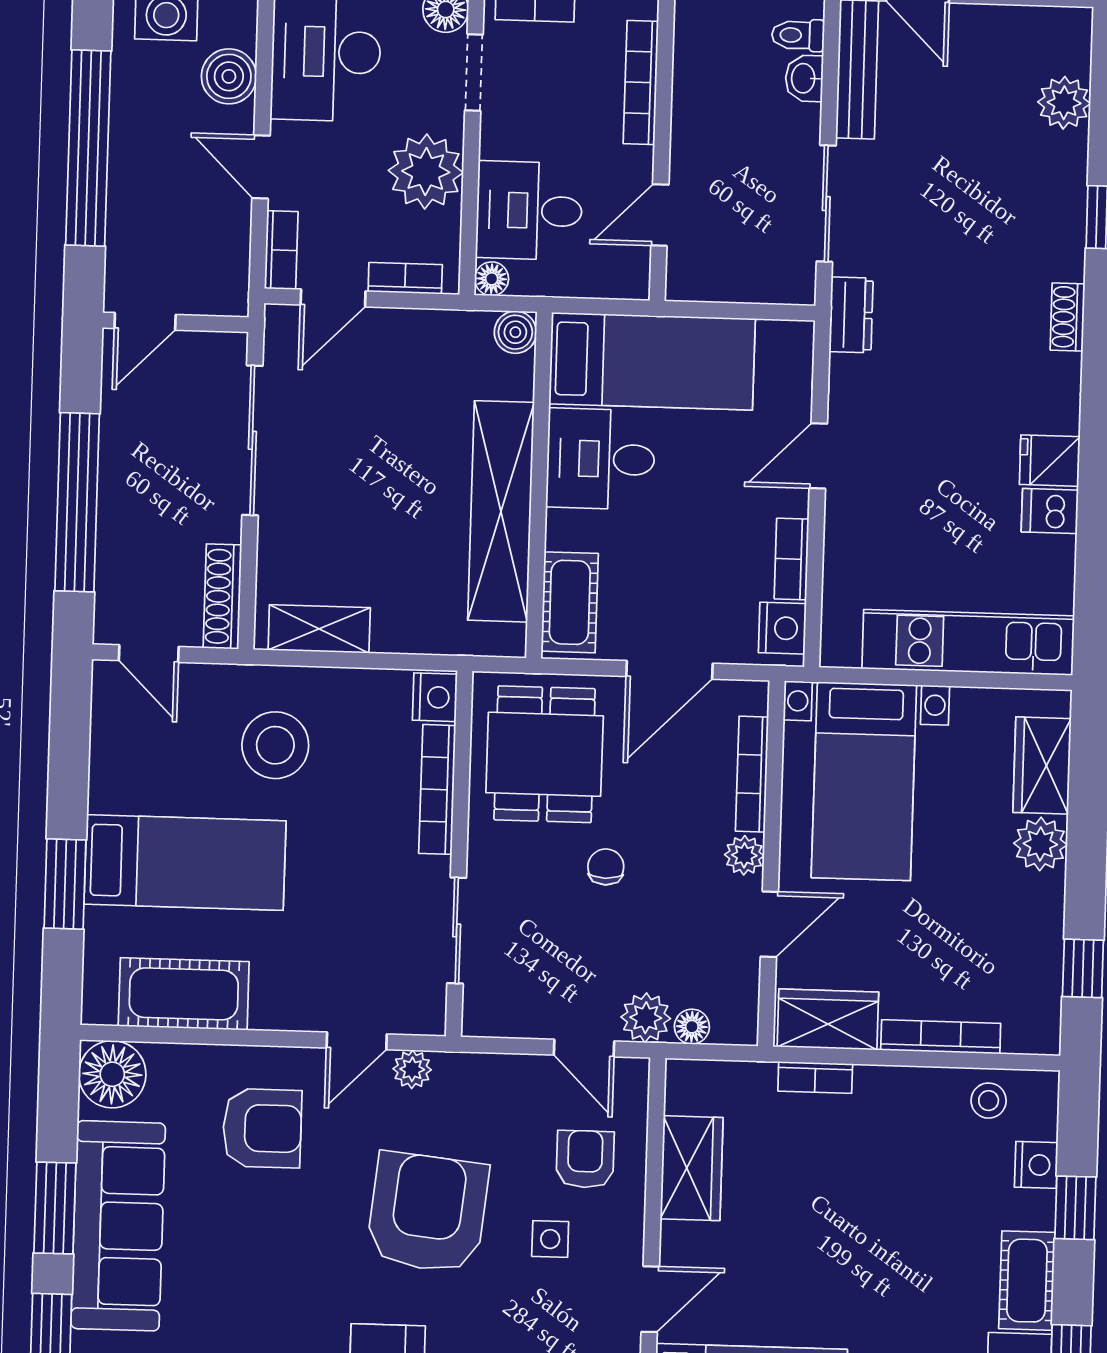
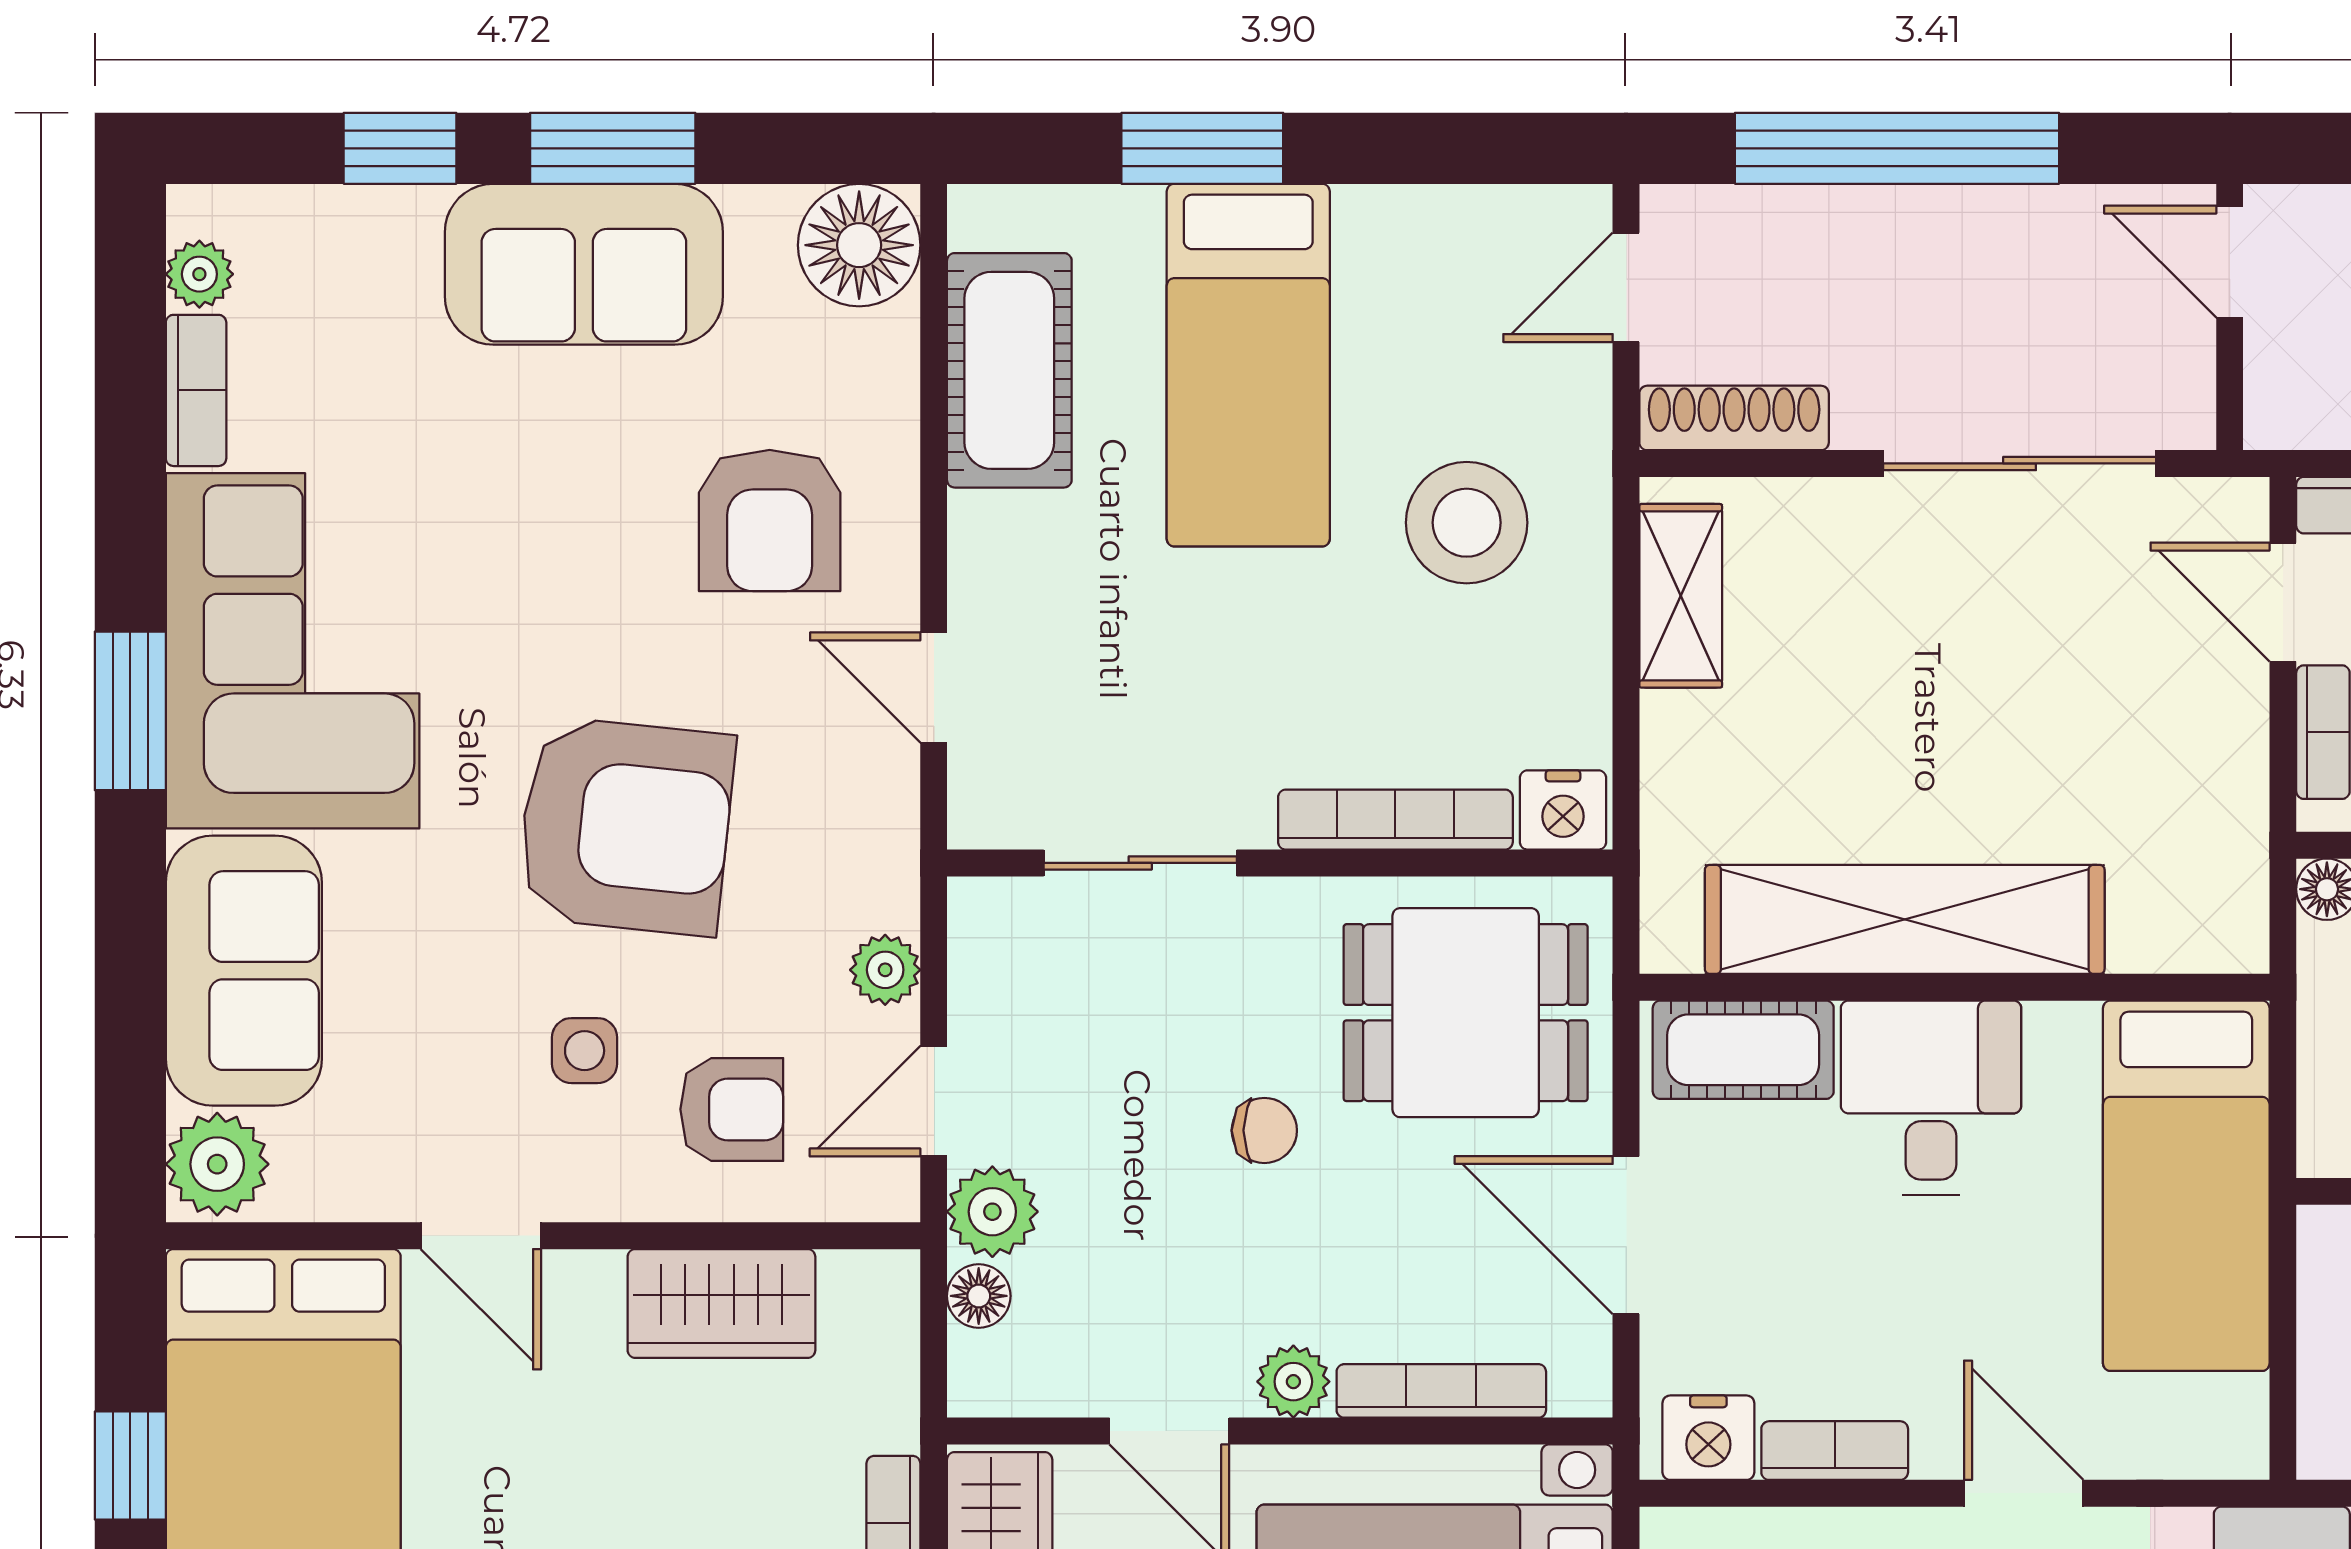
boiler: (515, 332) -> (2231, 936), removed
desk: (601, 459) -> (1931, 1098), moved
plant: (412, 1069) -> (885, 970), moved
sofa: (118, 1226) -> (584, 264), width x0.73

